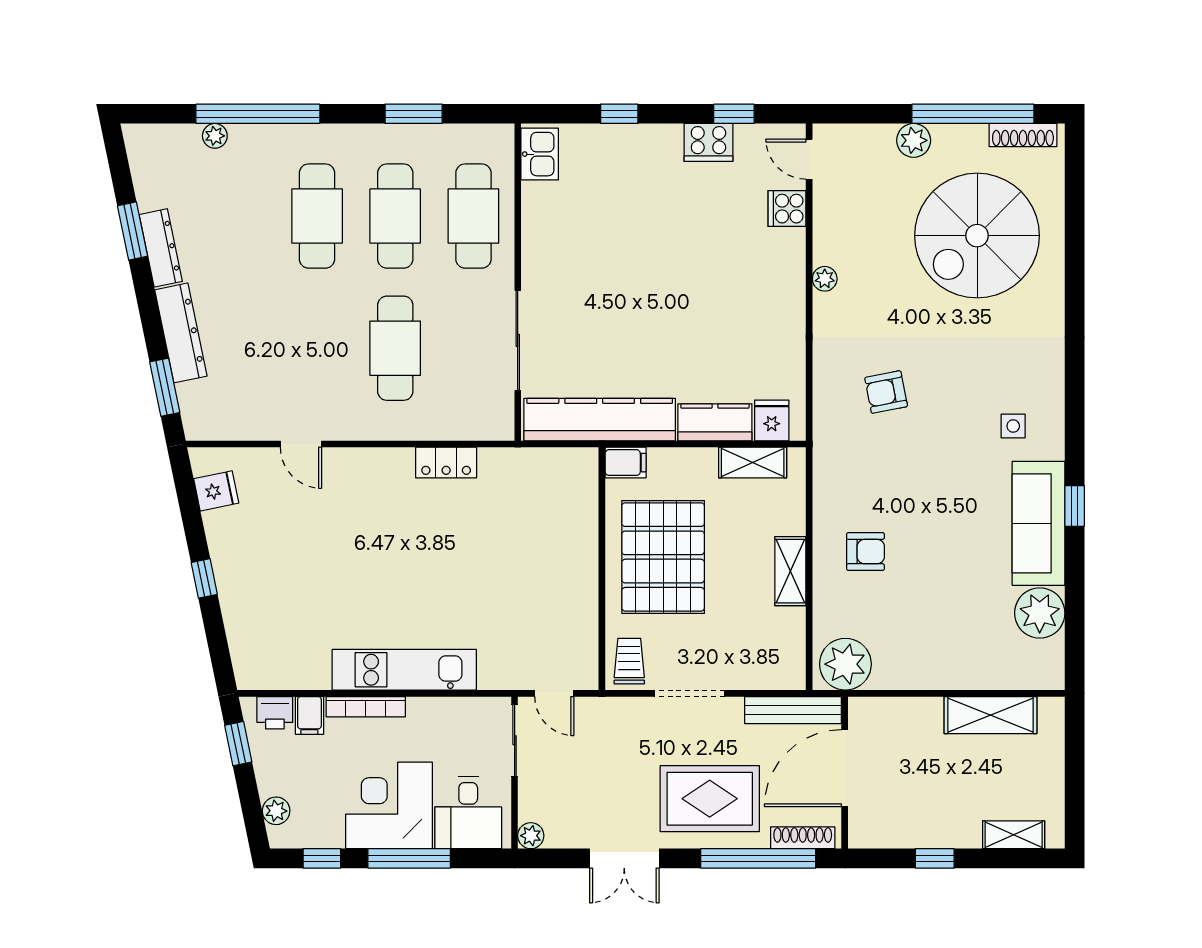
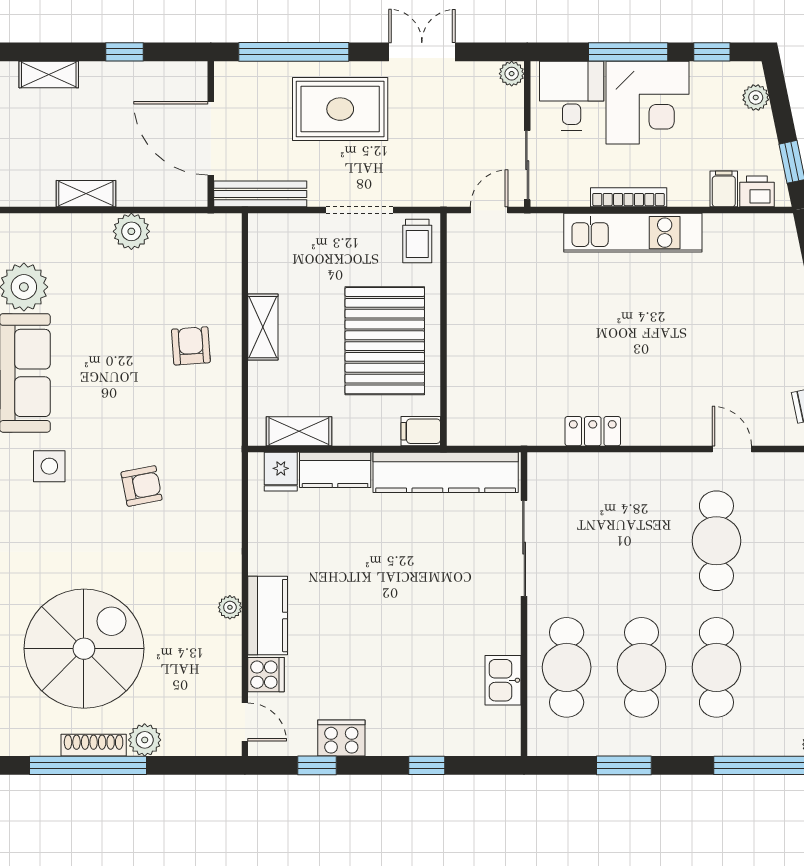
shoe rack: (1023, 135) -> (94, 745), moved
kitchen sink: (540, 154) -> (503, 680), moved
kitchen counter: (785, 270) -> (268, 616), added
cafe table: (395, 348) -> (716, 541), moved
armchair: (886, 392) -> (142, 486), moved
side table: (1013, 426) -> (49, 466), width x1.37, depth x1.37
armchair: (865, 552) -> (191, 346), turned 86
plant: (845, 664) -> (131, 231), moved, width x0.73, depth x0.73
door: (554, 693) -> (489, 210), hinge flipped
bookcase: (366, 707) -> (629, 197), moved
shelving: (990, 715) -> (86, 194), width x0.67, depth x0.75
door: (845, 768) -> (211, 138), swing flipped
shoe rack: (803, 838) -> (251, 72), removed

